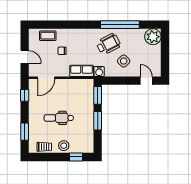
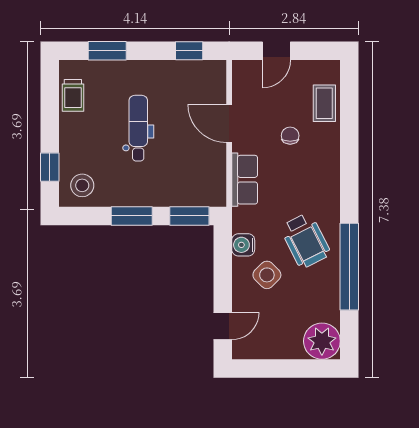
water cooler: (99, 72) -> (243, 245), moved
door: (46, 78) -> (229, 123), moved
stool: (64, 146) -> (82, 185), moved

